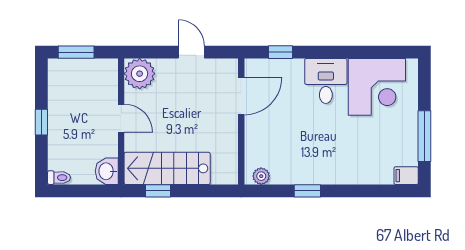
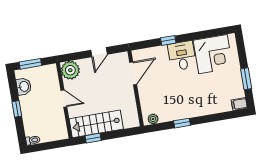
door: (191, 52) -> (99, 52), swing flipped
window: (280, 52) -> (168, 40), moved
window: (424, 136) -> (246, 79), width x0.69
washbasin: (107, 171) -> (24, 86), moved, turned 180

